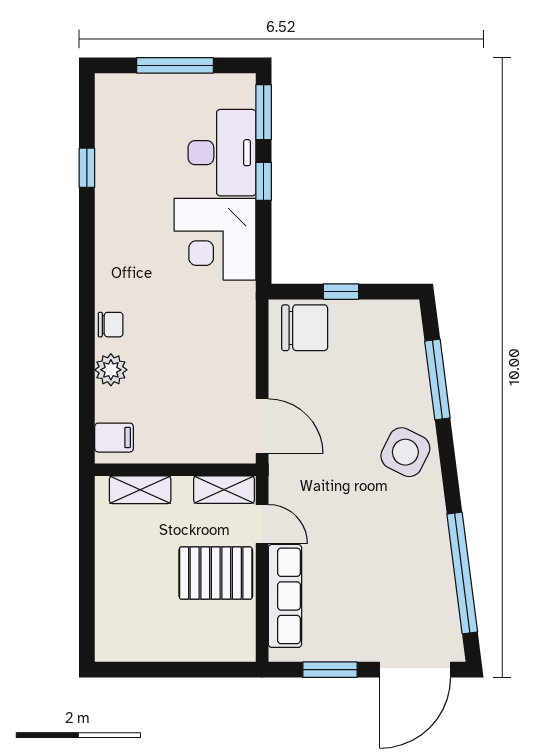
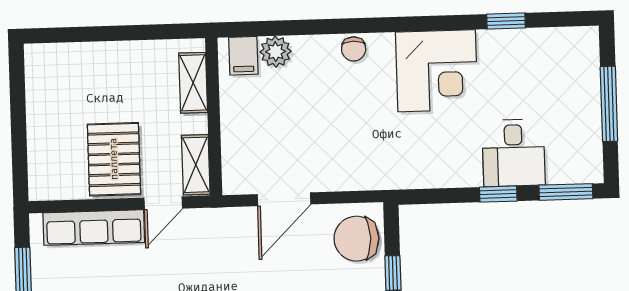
desk: (222, 153) -> (514, 153), width x0.73
corner desk: (215, 239) -> (437, 71), moved, turned 180
chair: (305, 328) -> (356, 239), turned 90
plant: (111, 370) -> (276, 52), moved
door: (262, 426) -> (284, 199), moved

